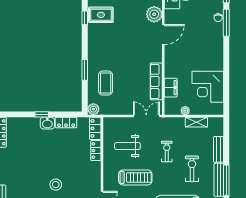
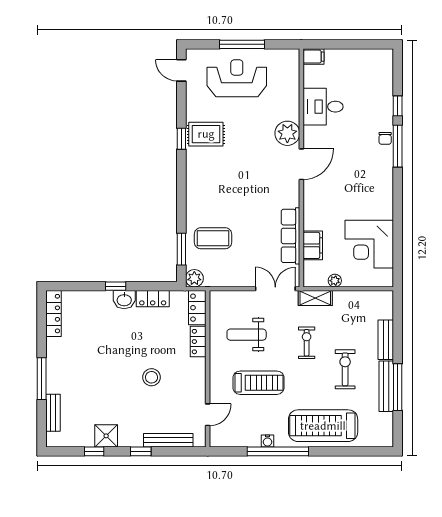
window: (85, 70) -> (181, 249), moved
coffee table: (106, 83) -> (213, 238), turned 90
shelving: (196, 122) -> (315, 298), moved
stool: (56, 185) -> (152, 377), moved

